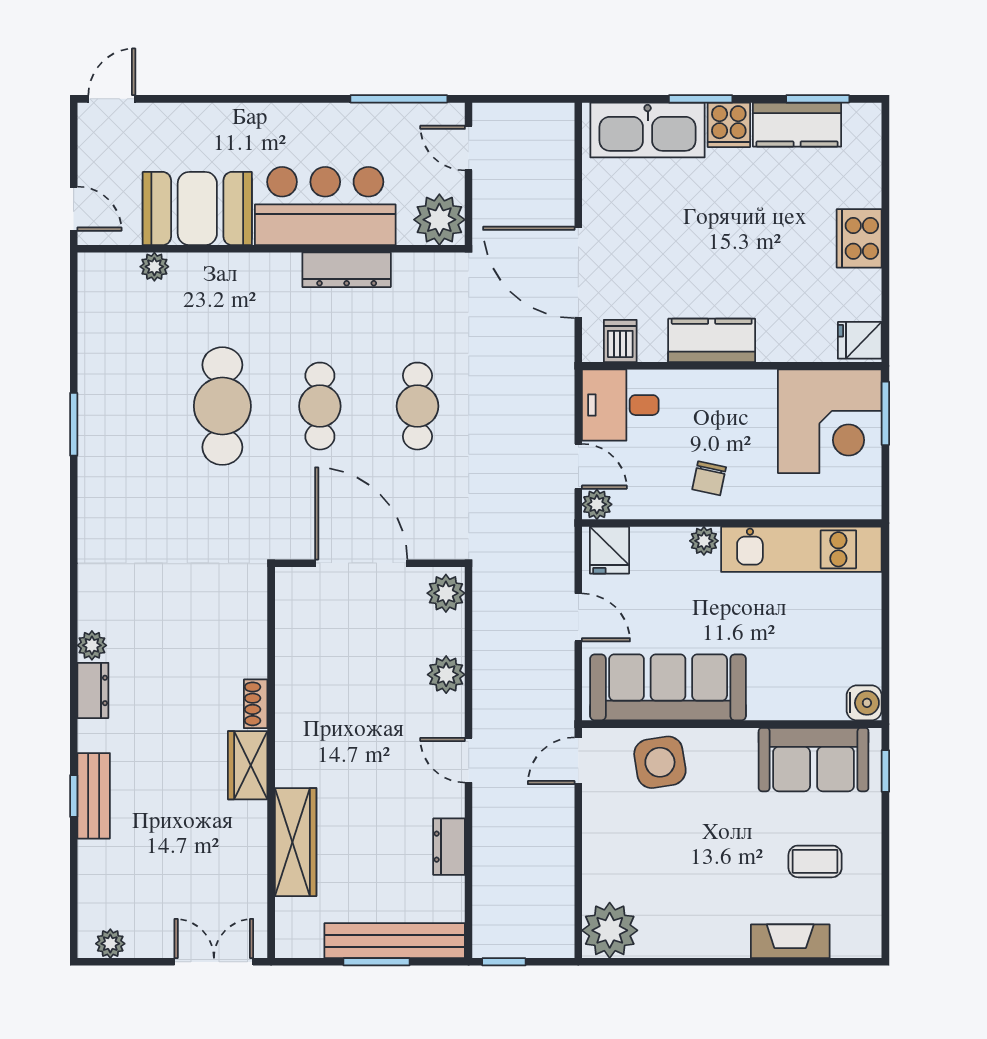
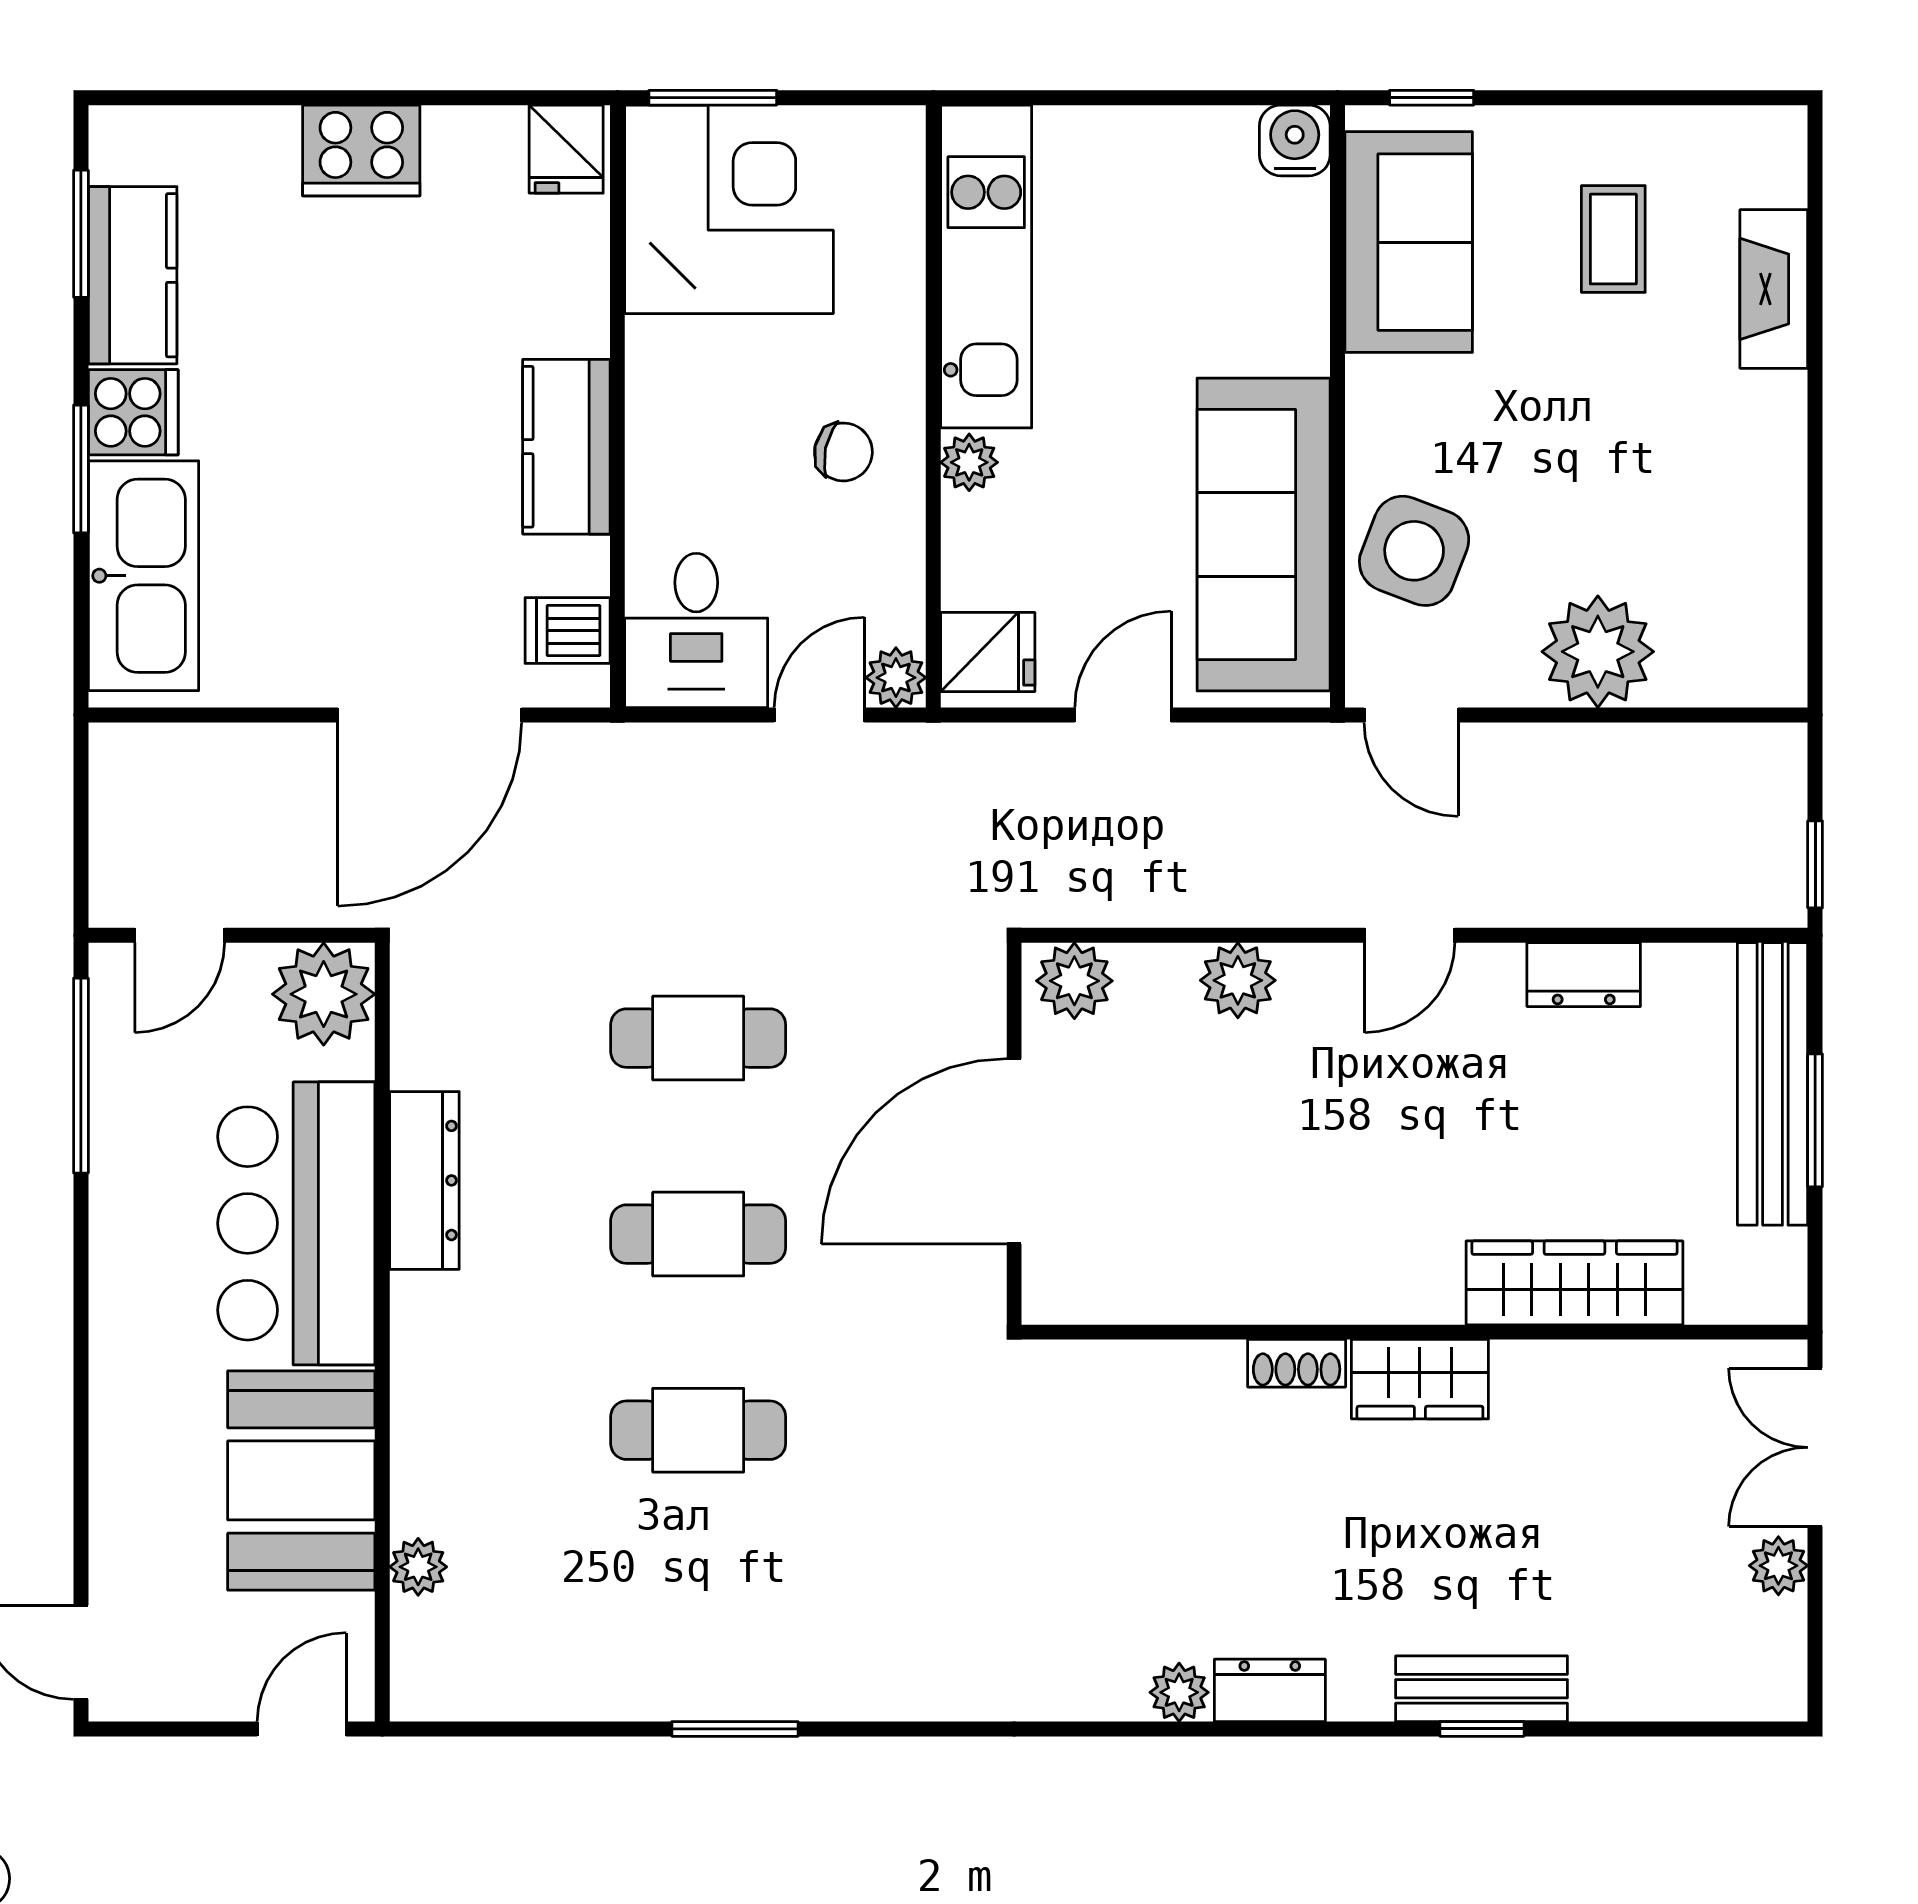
cafe table: (222, 406) -> (698, 1430), width x0.73, depth x0.74
side table: (660, 762) -> (1414, 551), turned 30
plant: (610, 930) -> (1598, 652), moved
plant: (110, 944) -> (1778, 1566), moved

